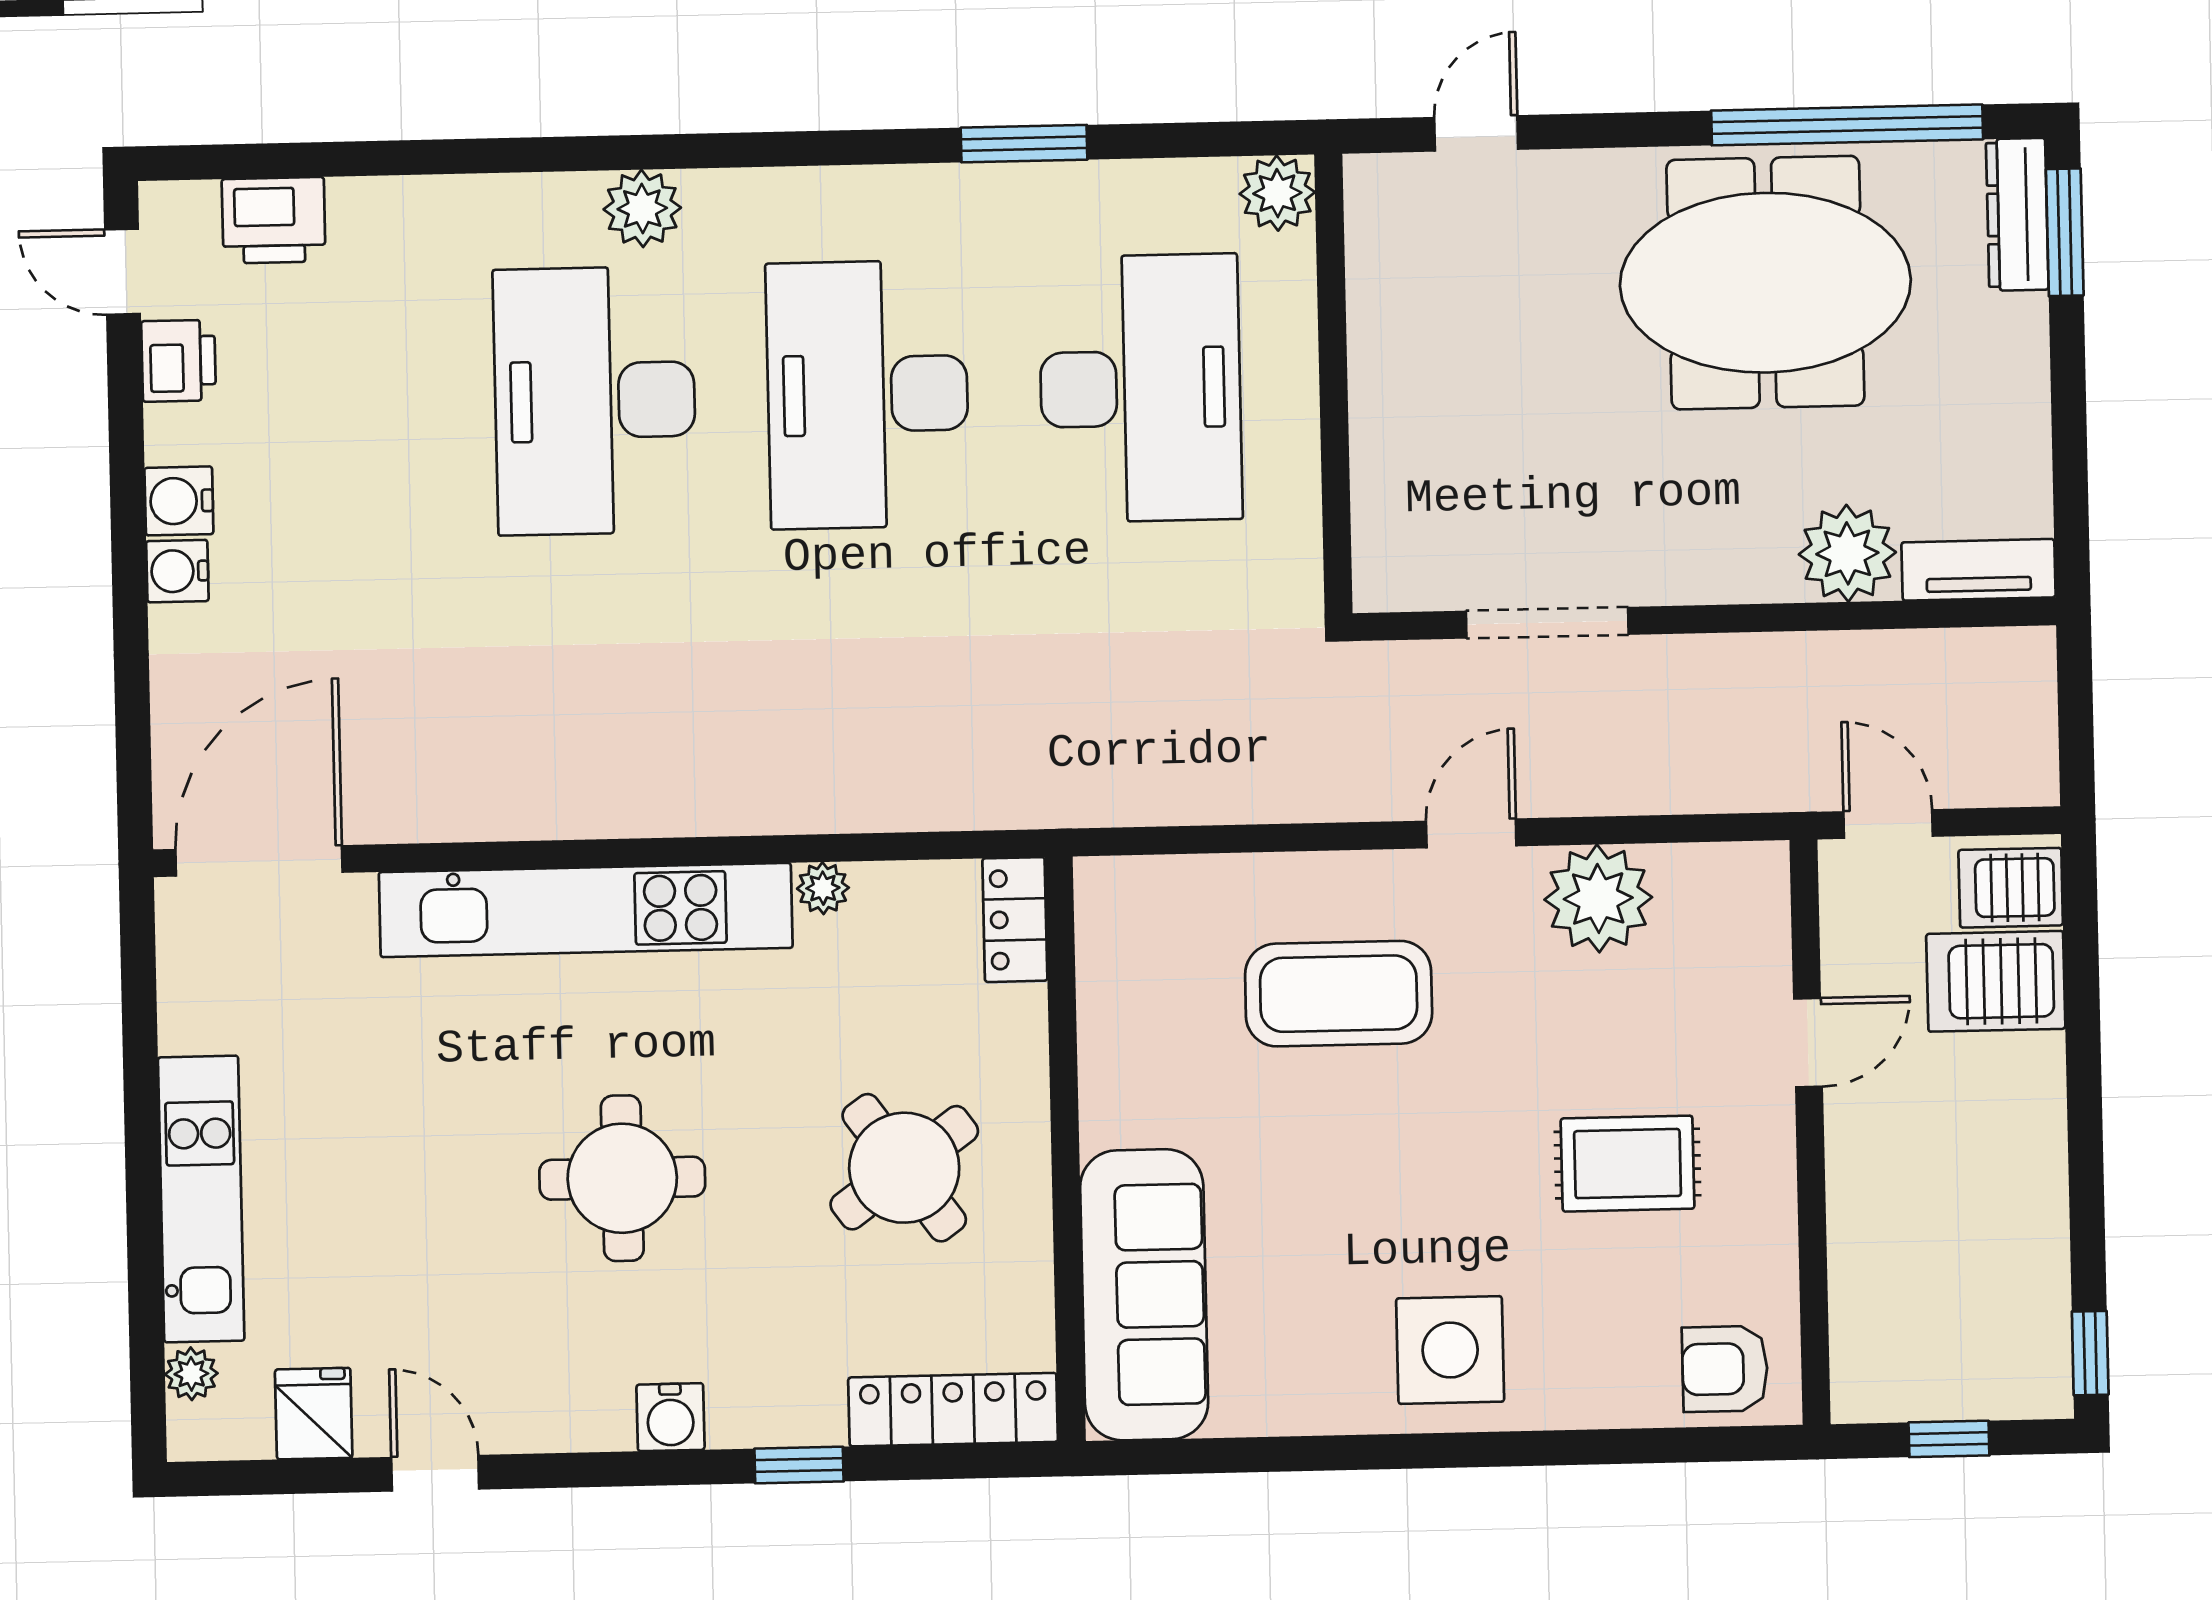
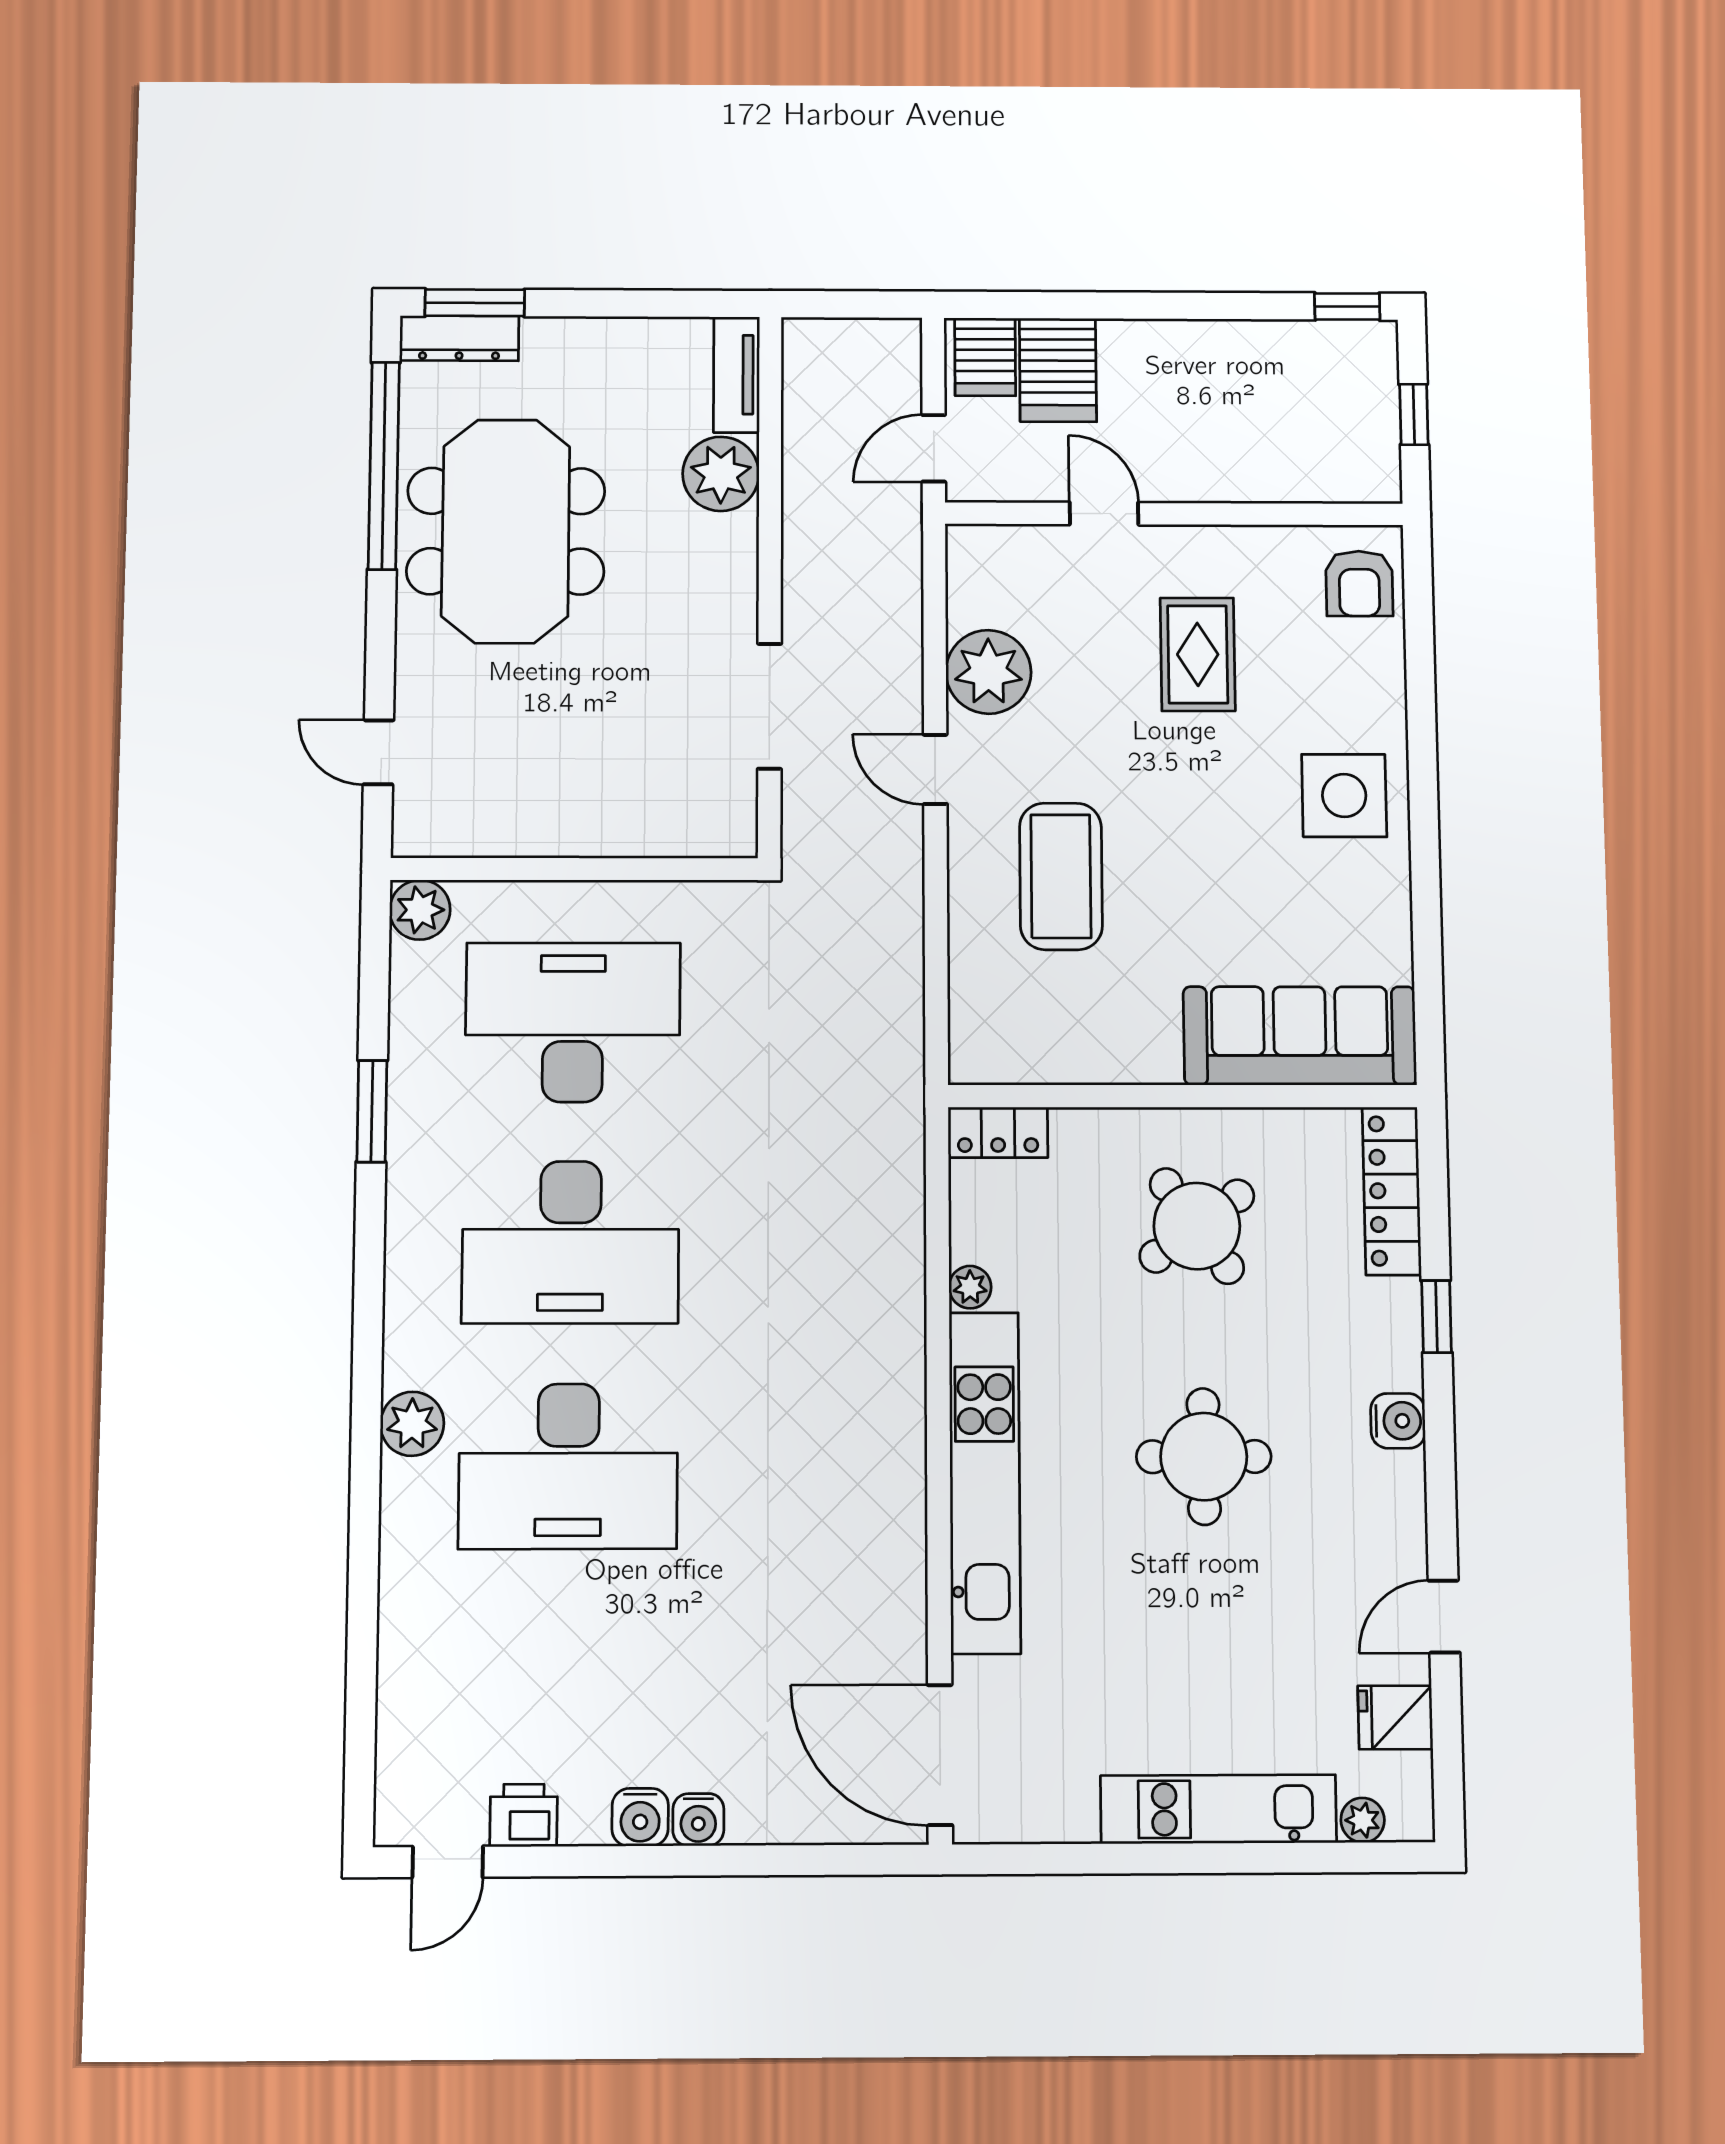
printer: (274, 220) -> (410, 1732), removed

